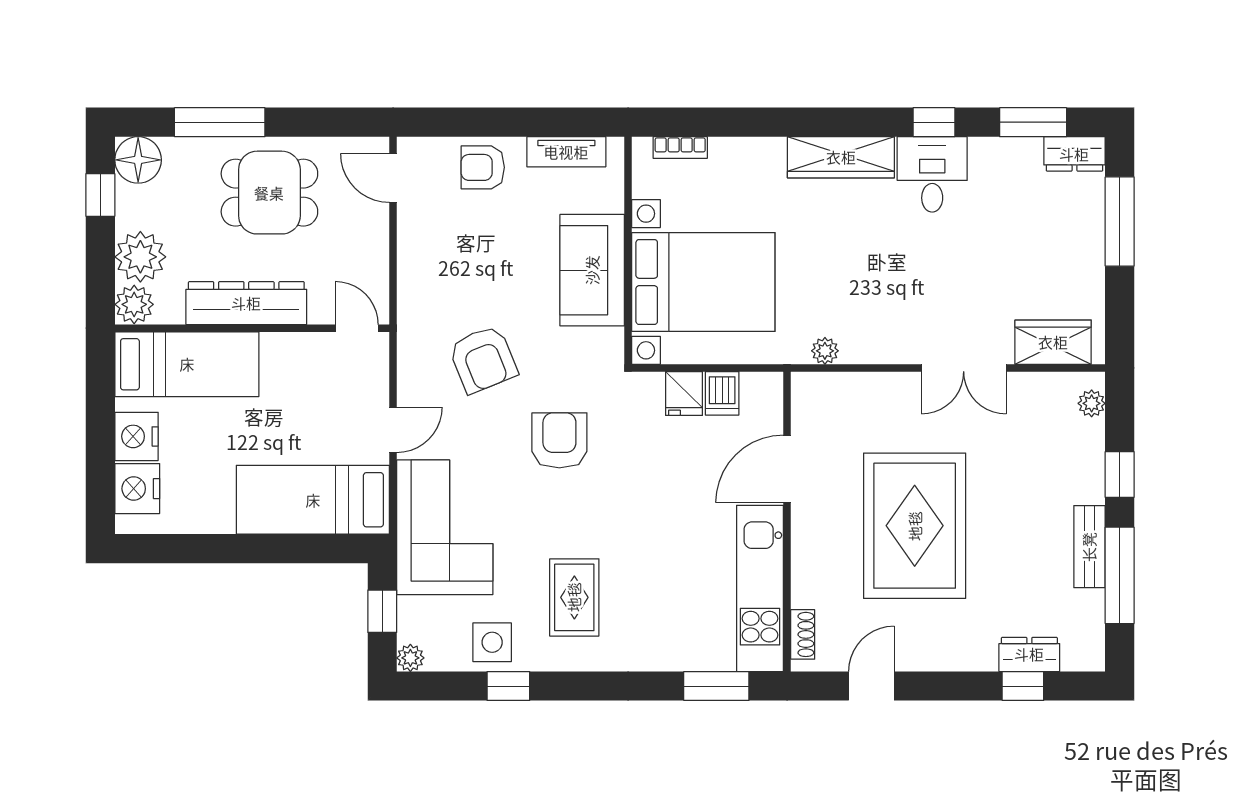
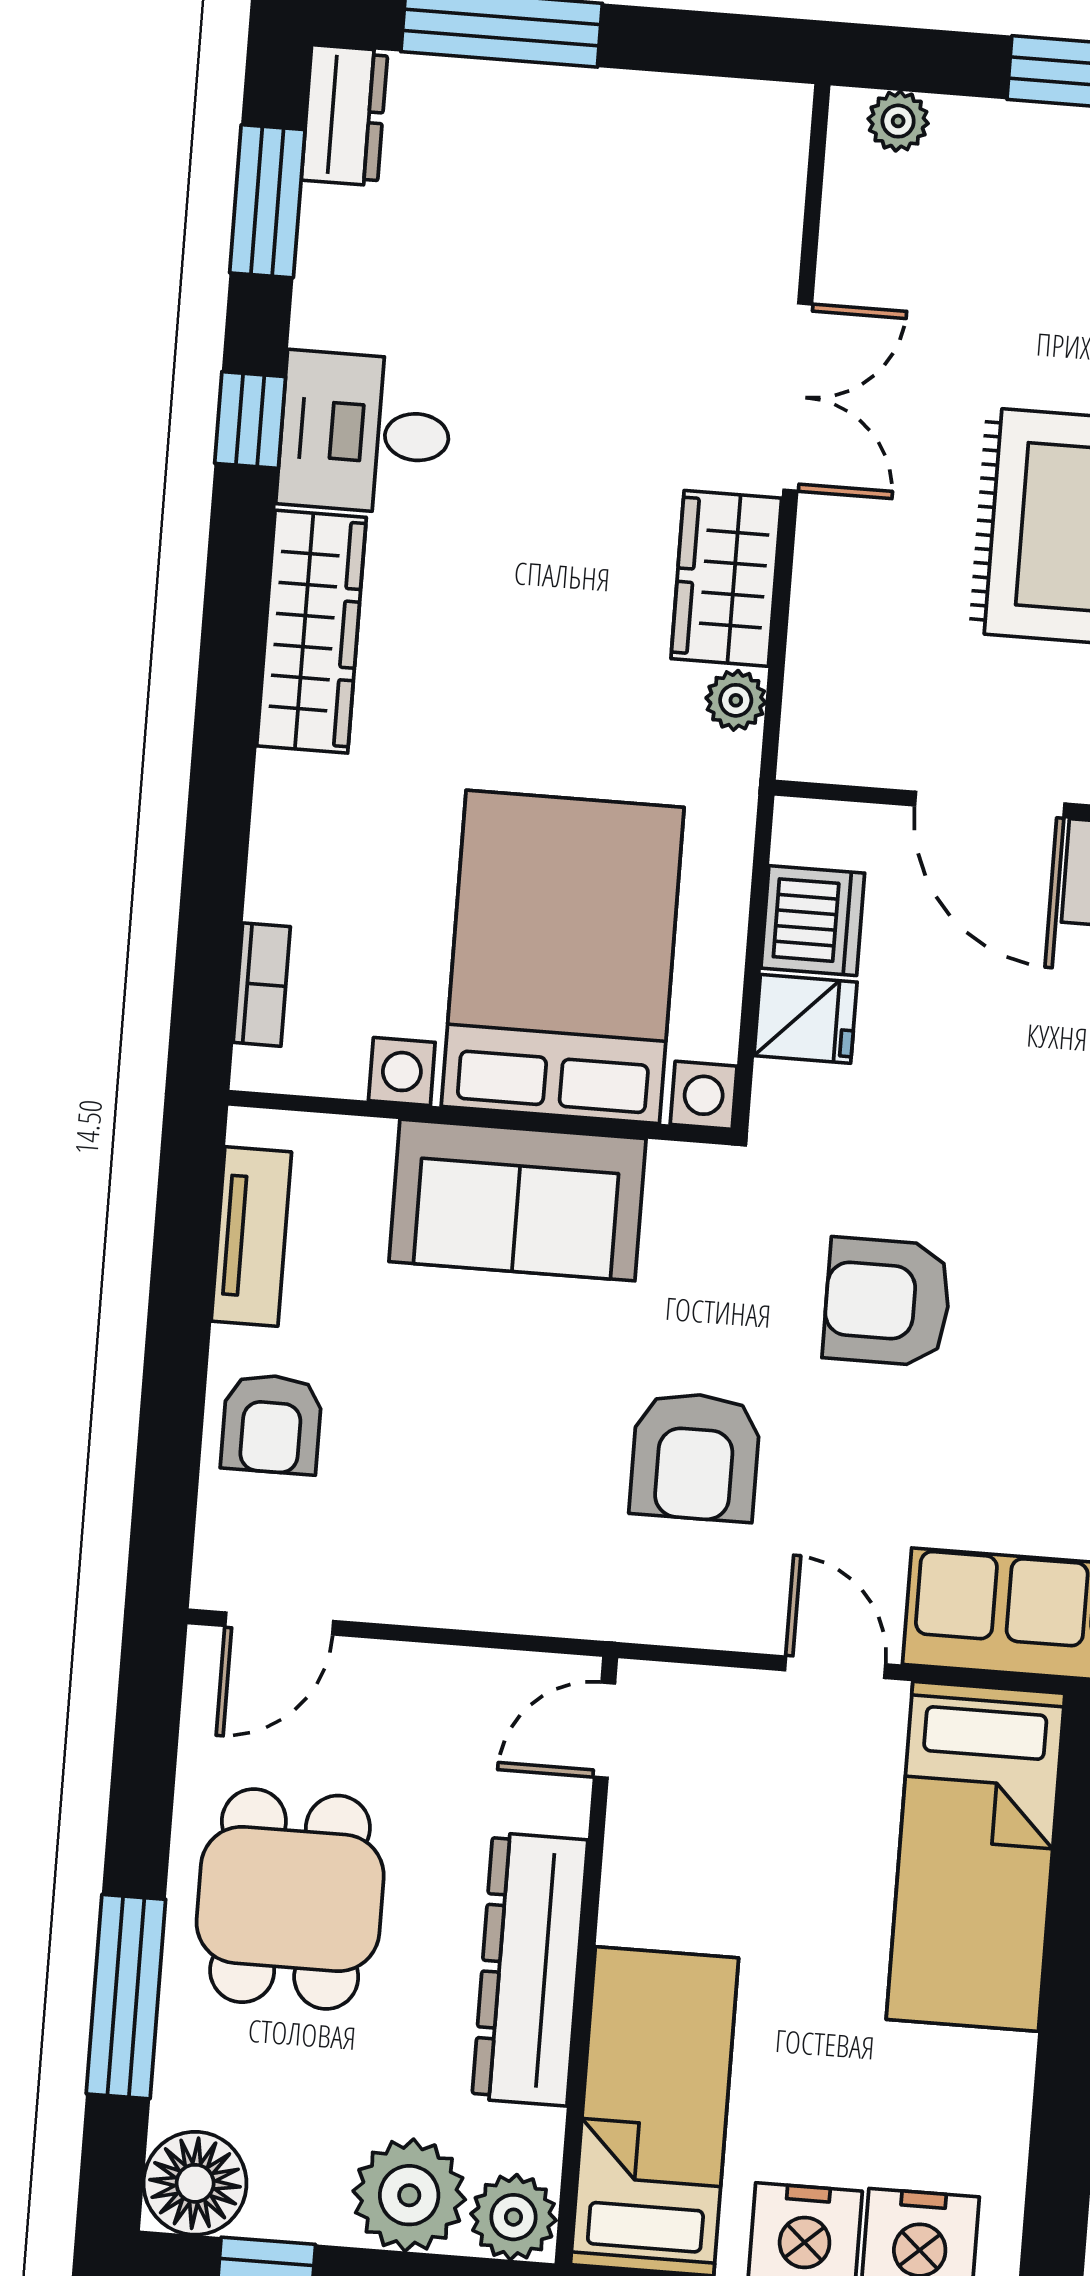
wardrobe: (1053, 342) -> (726, 578), moved
armchair: (483, 359) -> (695, 1457), turned 112
dishwasher: (722, 393) -> (813, 921), width x1.38

